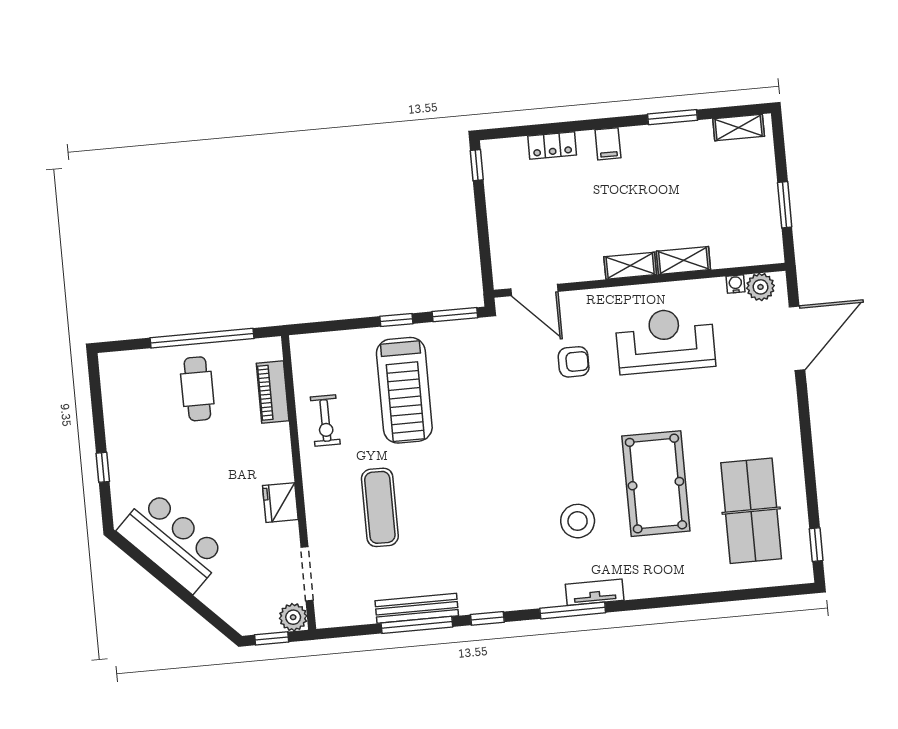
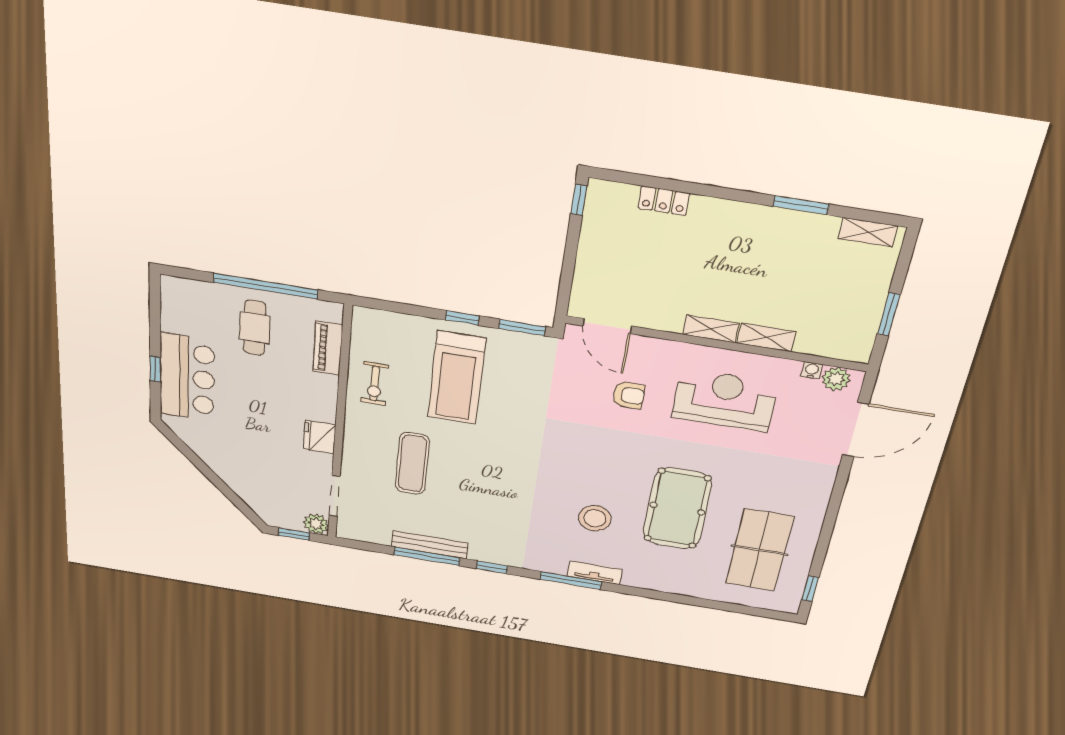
filing cabinet: (608, 144) -> (724, 214), removed
bar counter: (172, 542) -> (187, 377), moved, turned 45

